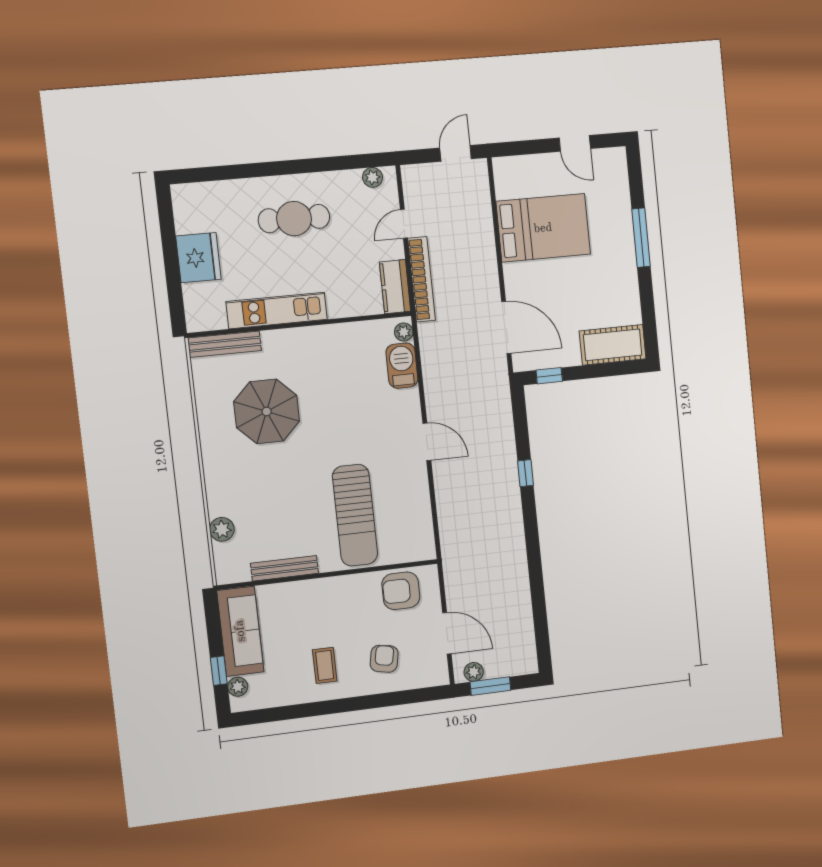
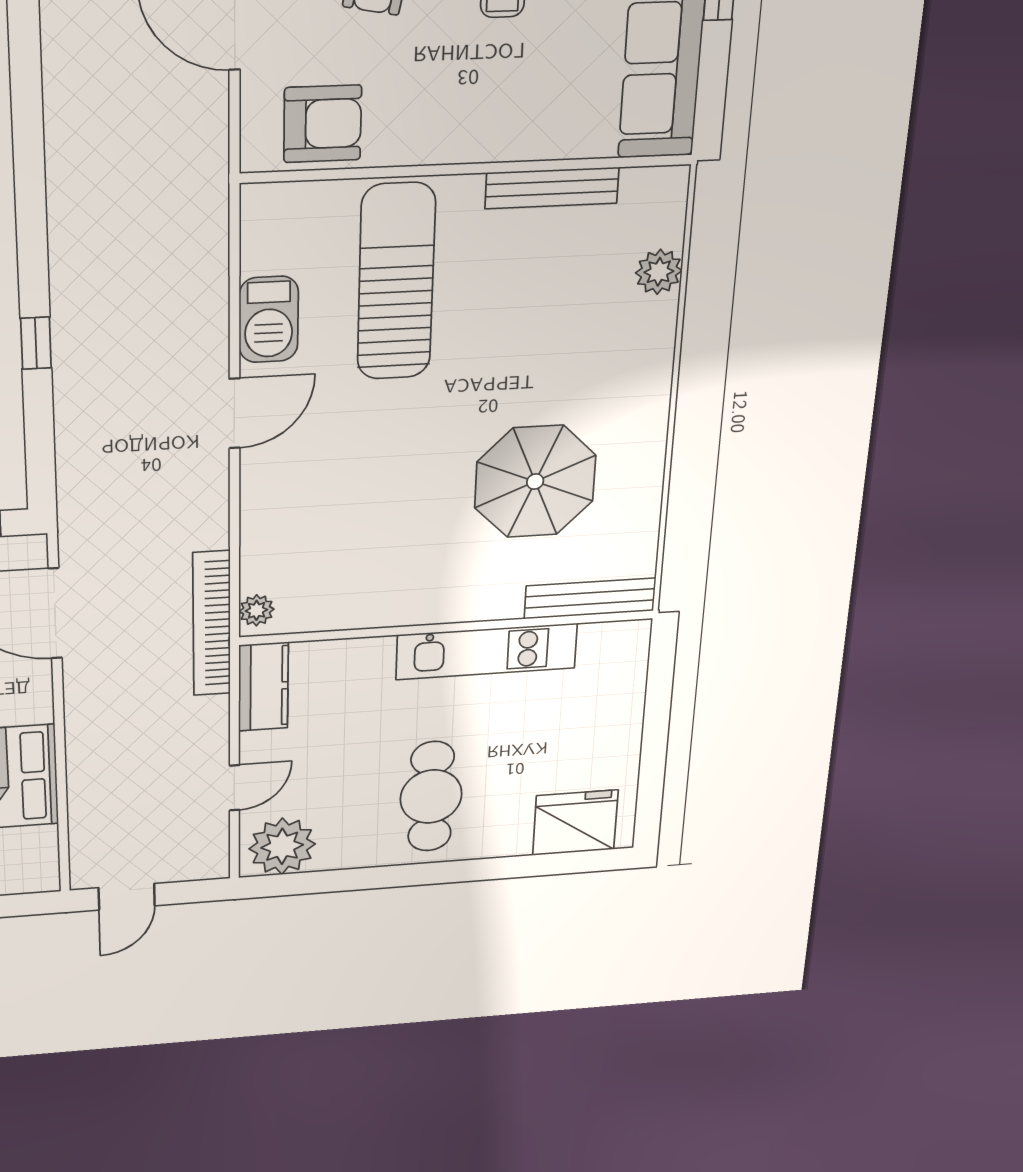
plant: (373, 177) -> (282, 846), width x1.87, depth x1.87
cafe table: (294, 219) -> (431, 797), turned 90
fridge: (199, 258) -> (575, 823), moved, turned 90
bookcase: (422, 279) -> (212, 624), moved
barbecue: (402, 366) -> (269, 319), moved
door: (427, 442) -> (234, 413), swing flipped

